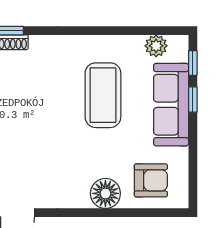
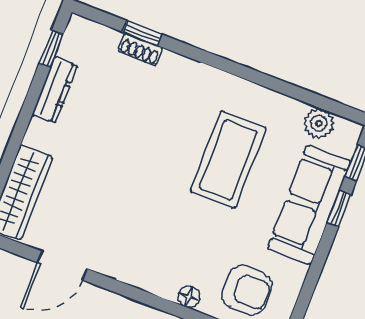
floor lamp: (105, 193) -> (189, 297), width x0.53, depth x0.53

